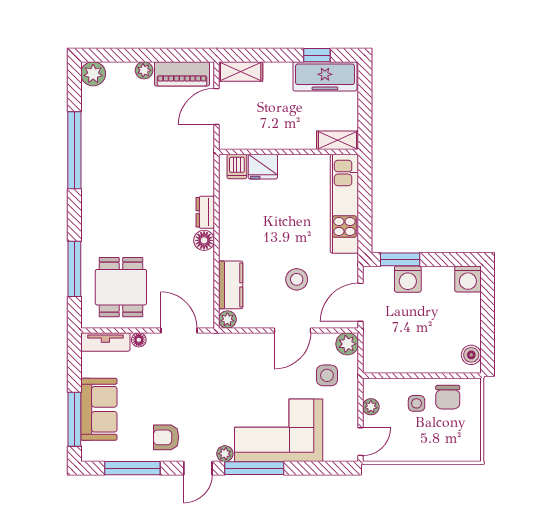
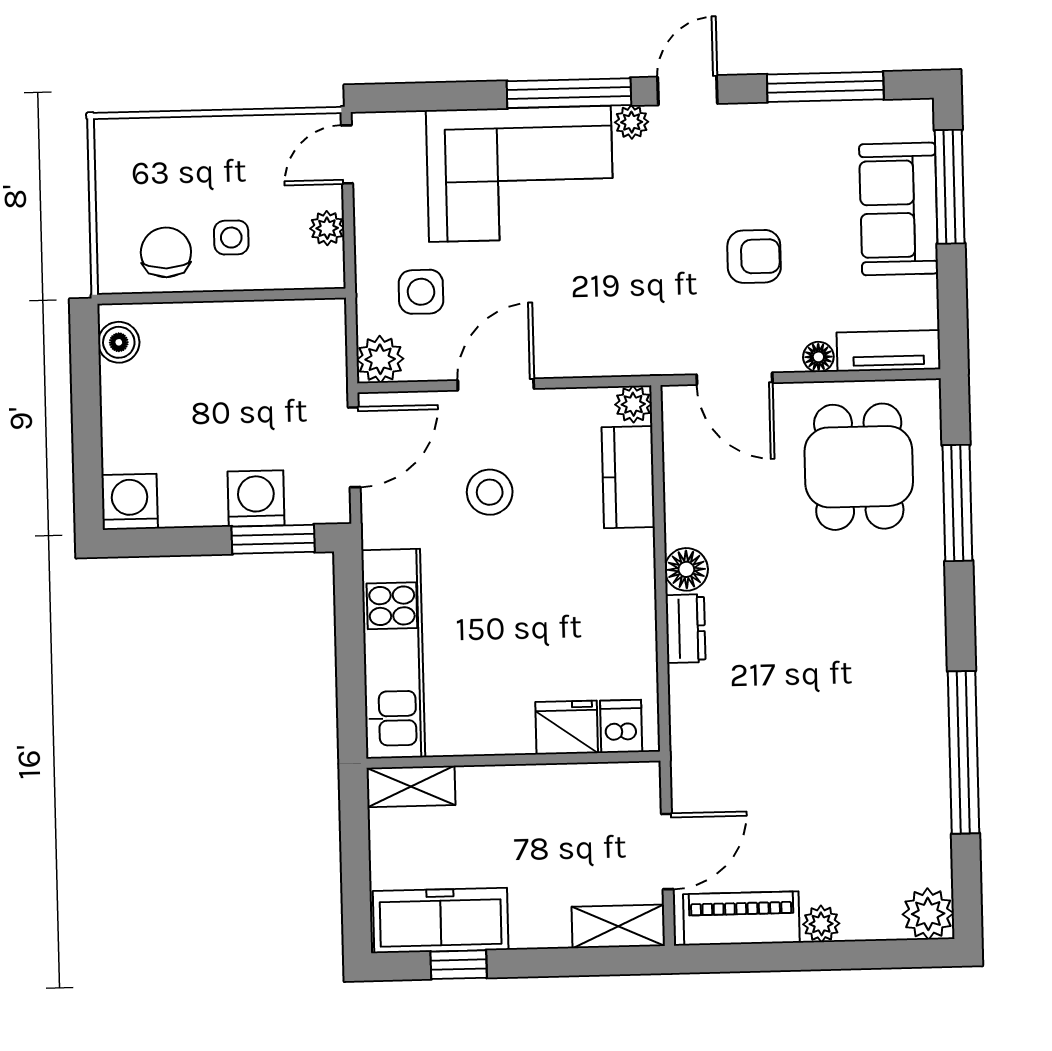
armchair: (166, 437) -> (754, 256), moved

